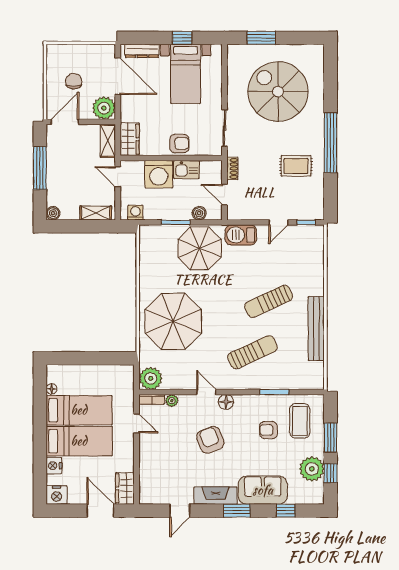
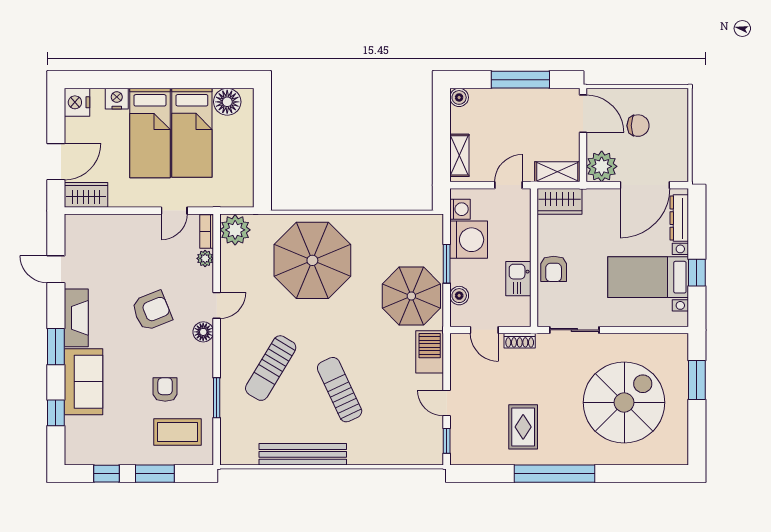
washing machine: (159, 174) -> (469, 240), moved, turned 180
door: (224, 195) -> (484, 330), swing flipped
sun lounger: (253, 352) -> (271, 368), turned 56
floor lamp: (52, 389) -> (227, 102), width x1.89, depth x1.89
plant: (312, 469) -> (112, 448), removed

